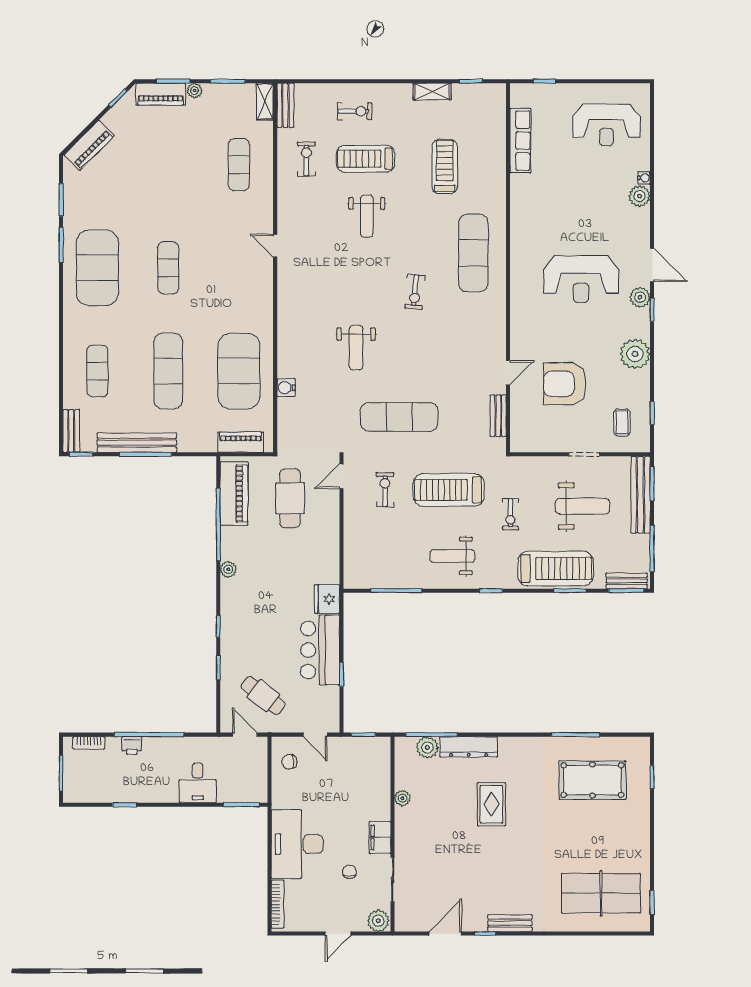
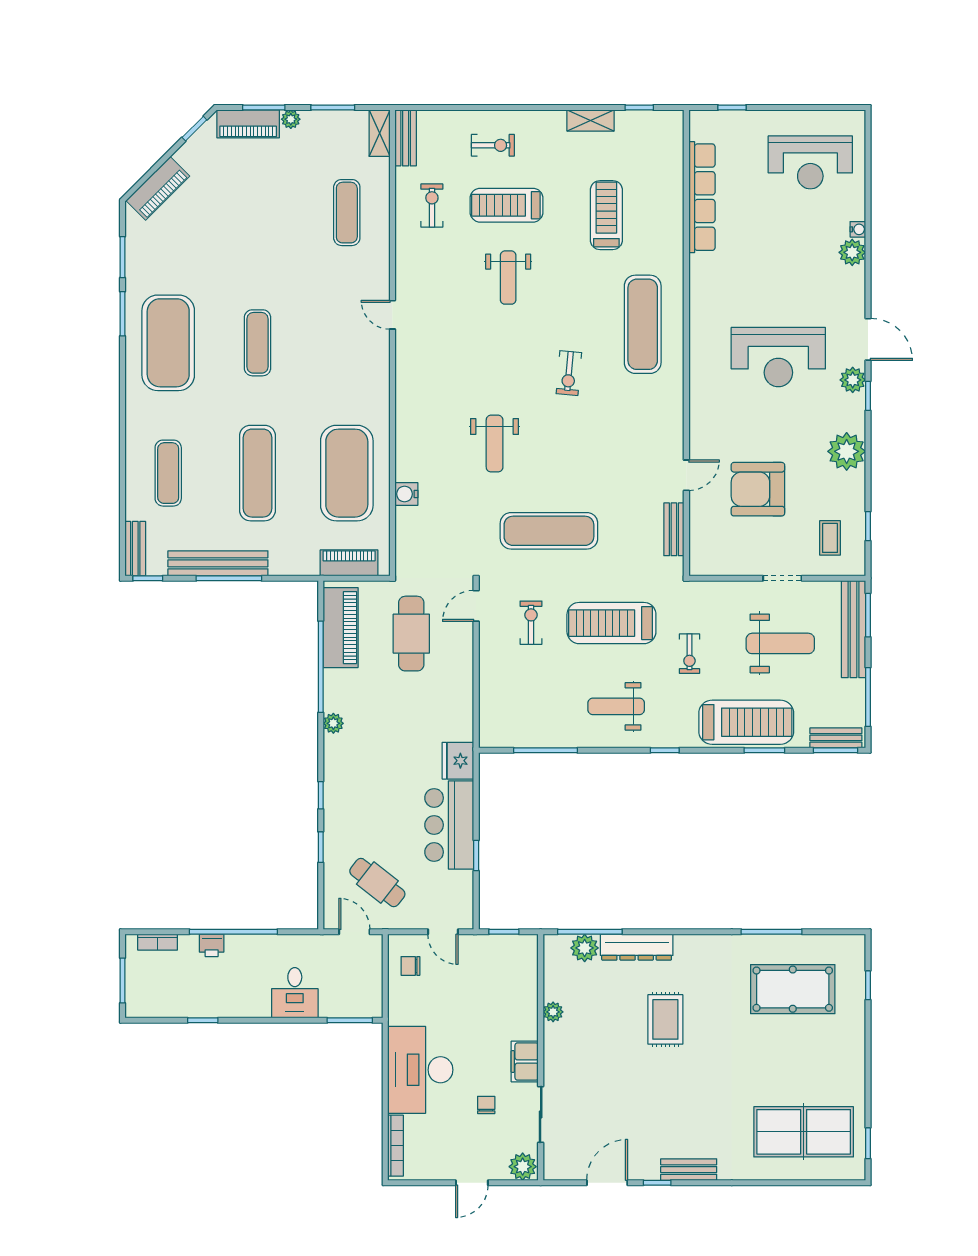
row of seats: (520, 141) -> (702, 197), width x1.36

